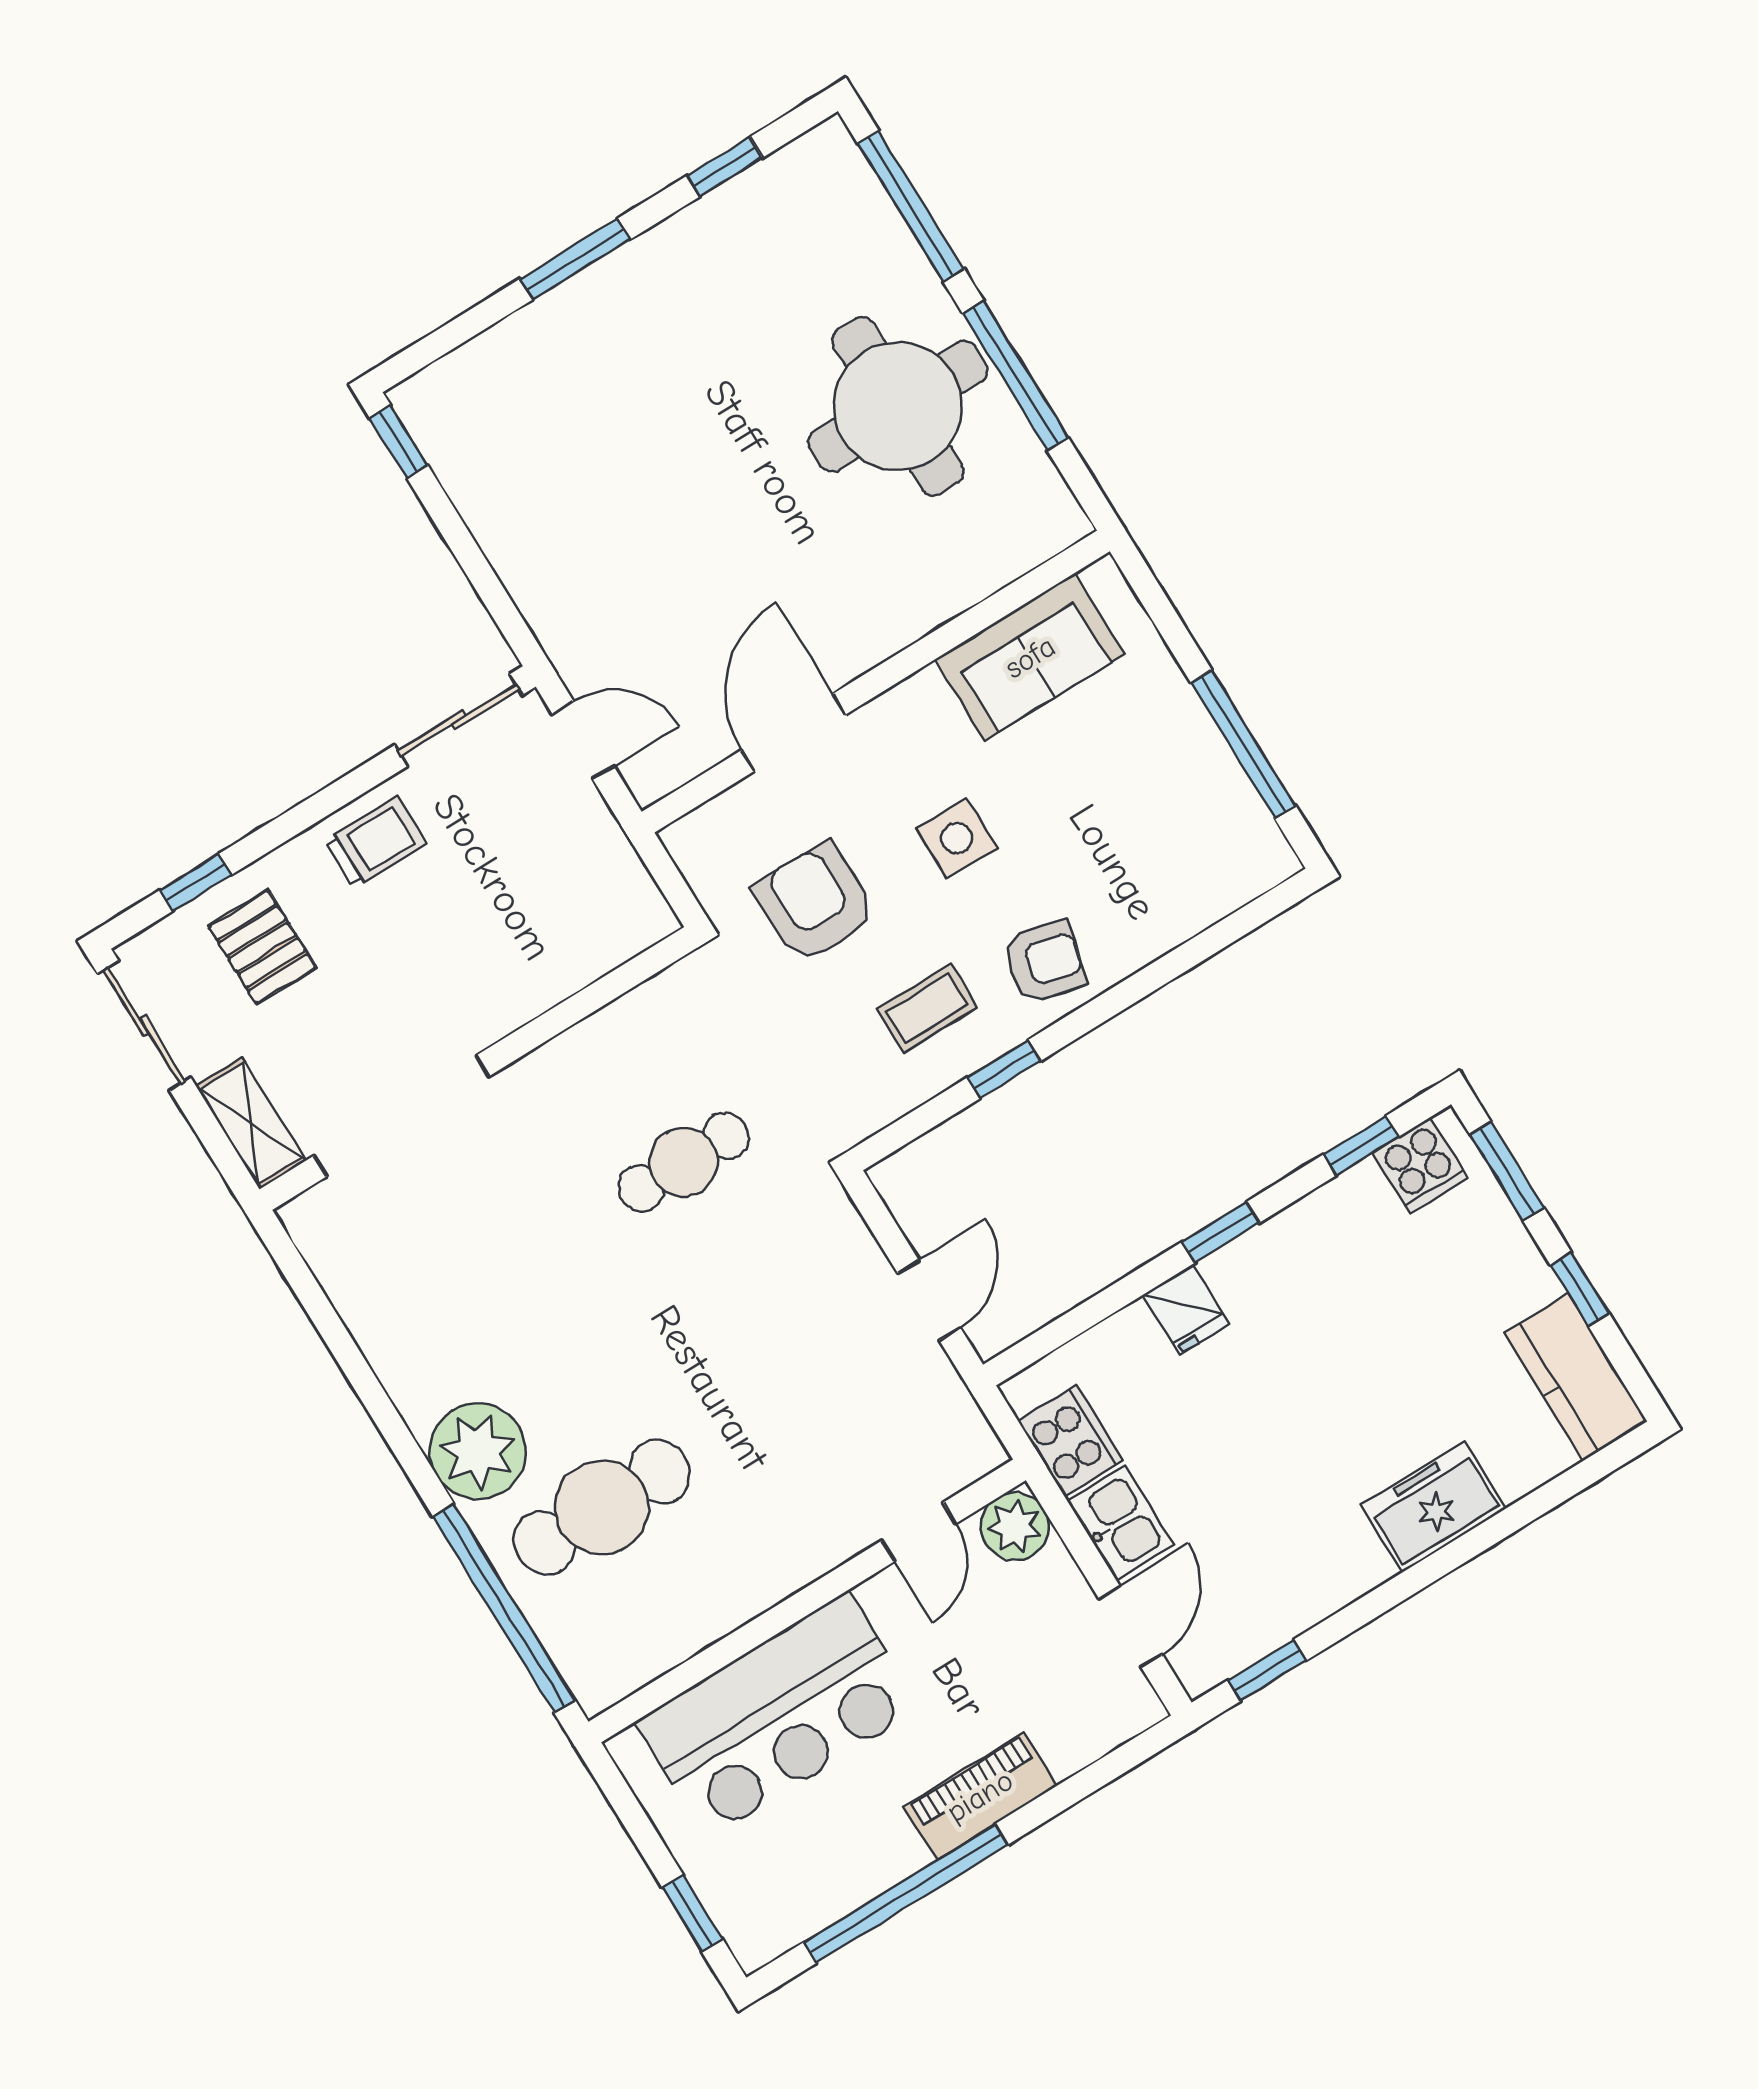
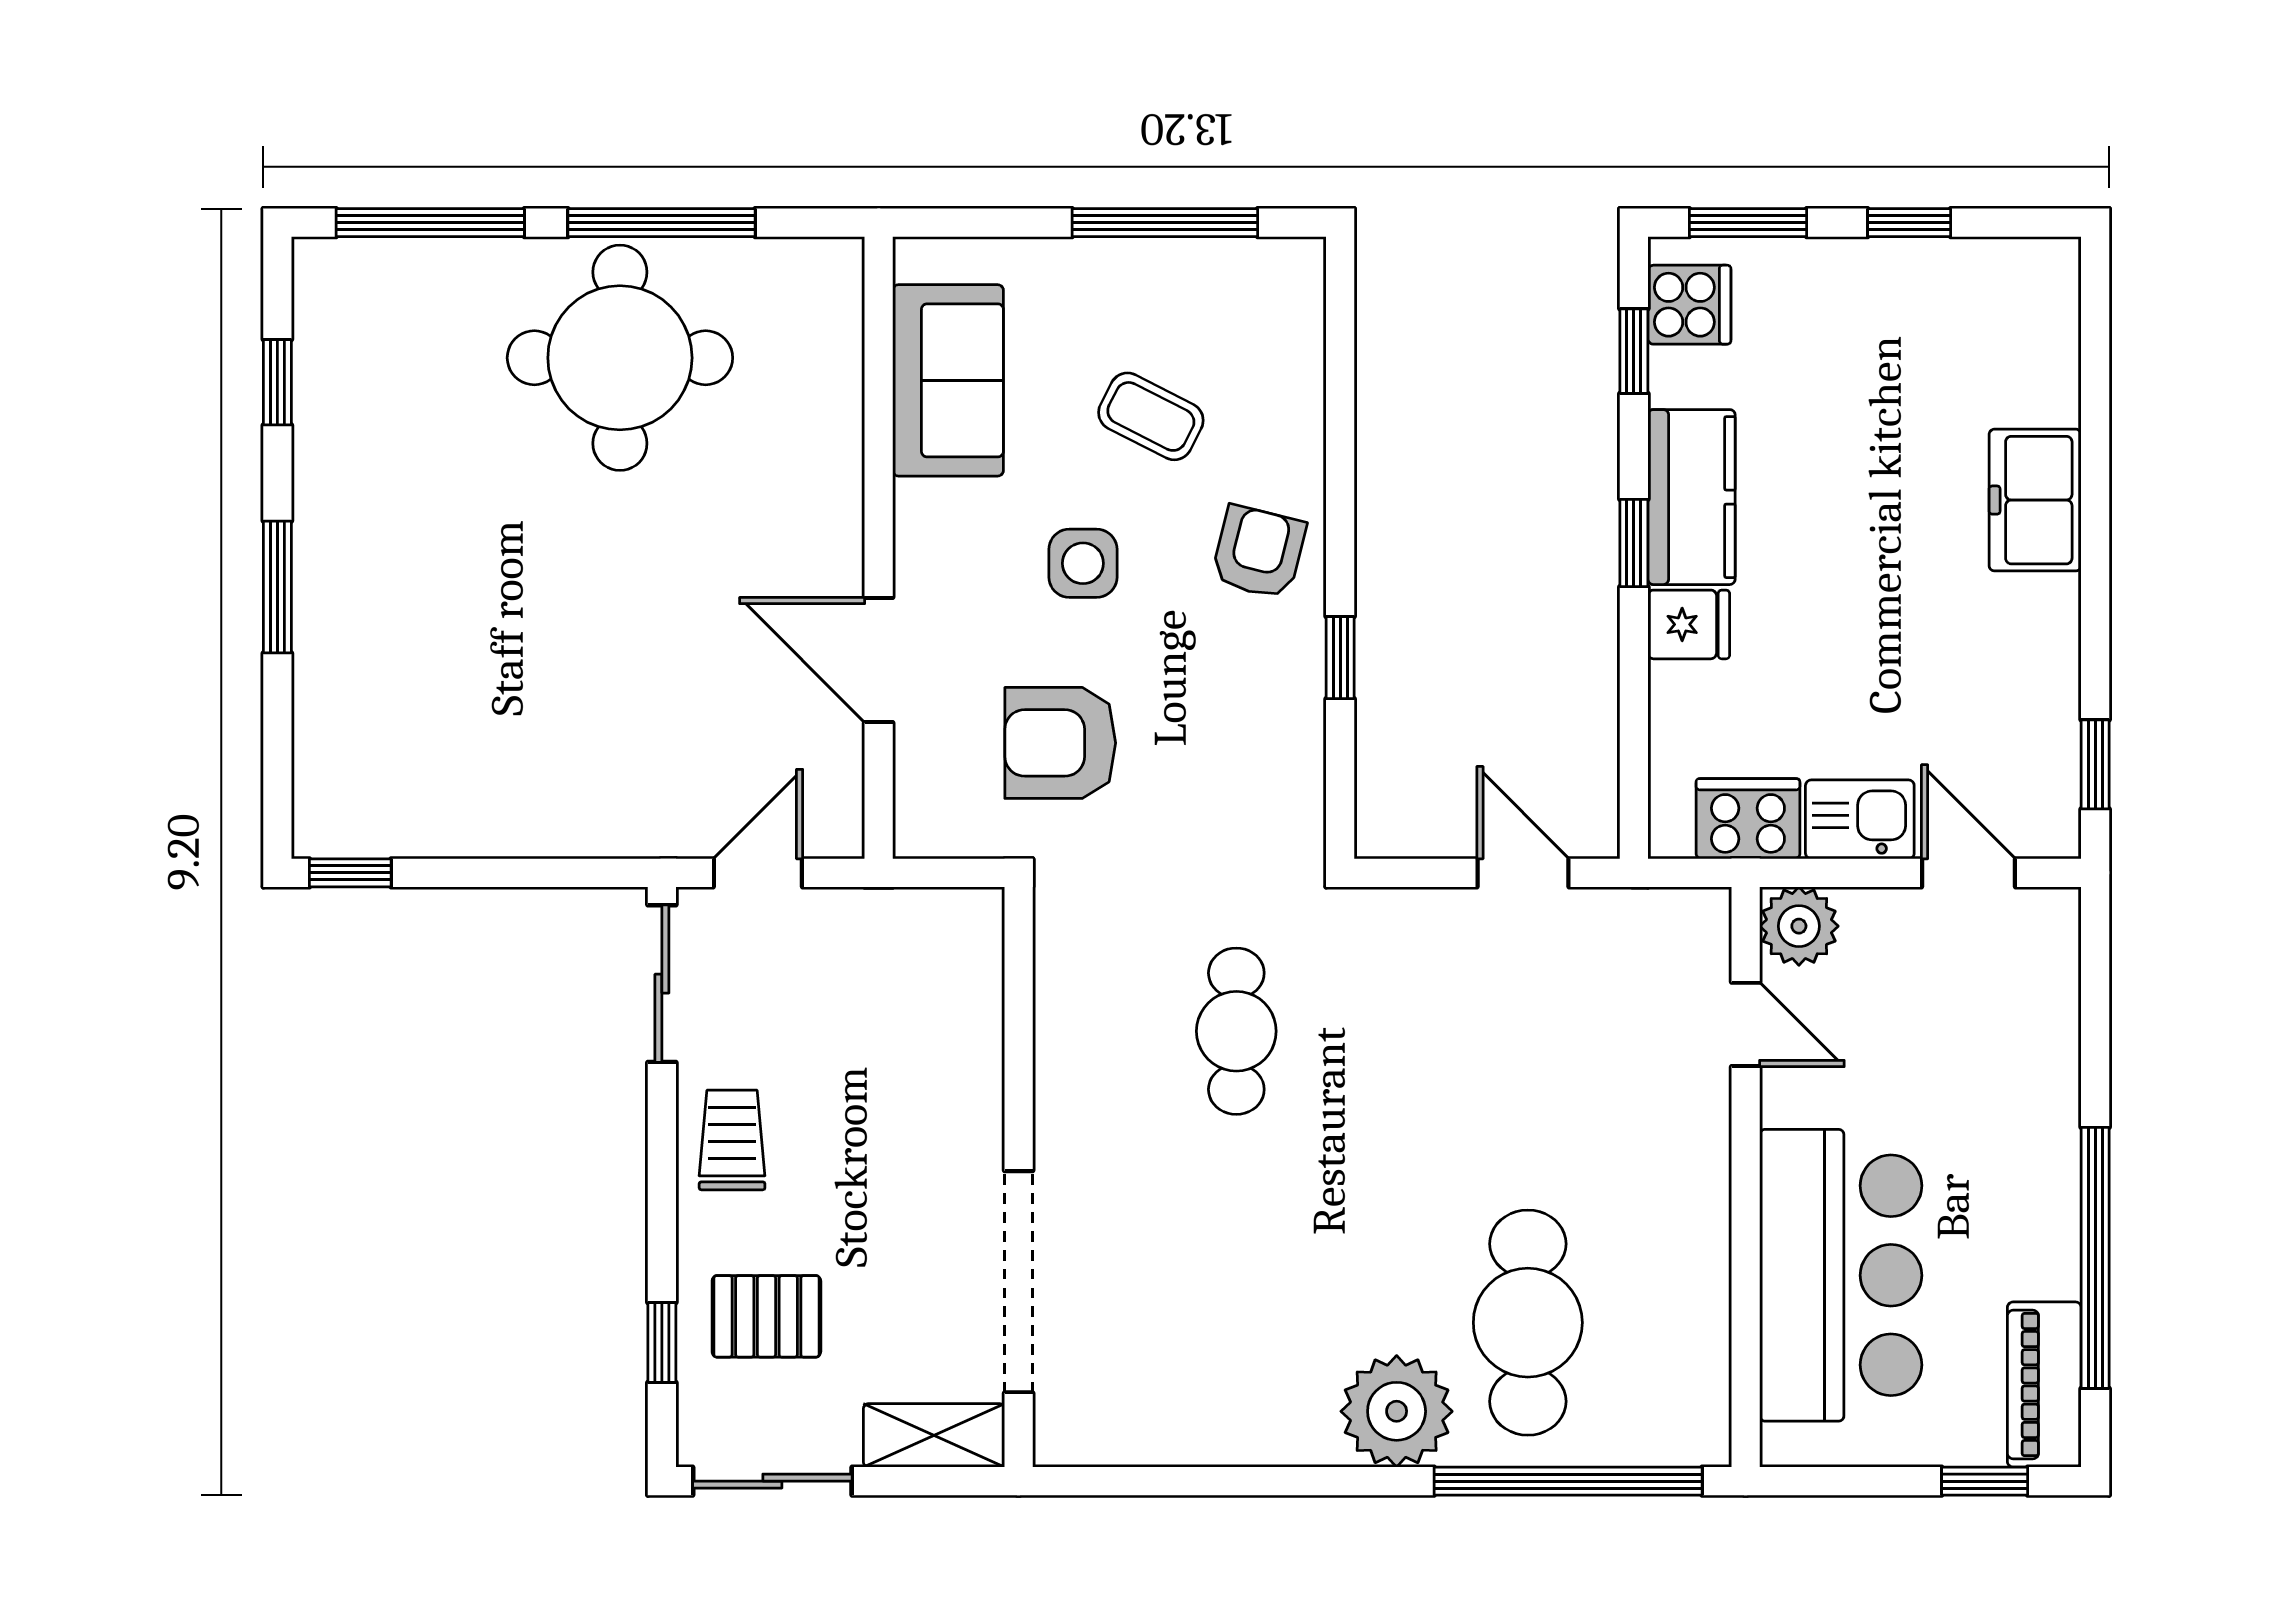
coffee table: (927, 1008) -> (1151, 416), moved, turned -63
kitchen counter: (1576, 1377) -> (1691, 497), moved, turned -90
piano: (980, 1796) -> (2044, 1385), moved

